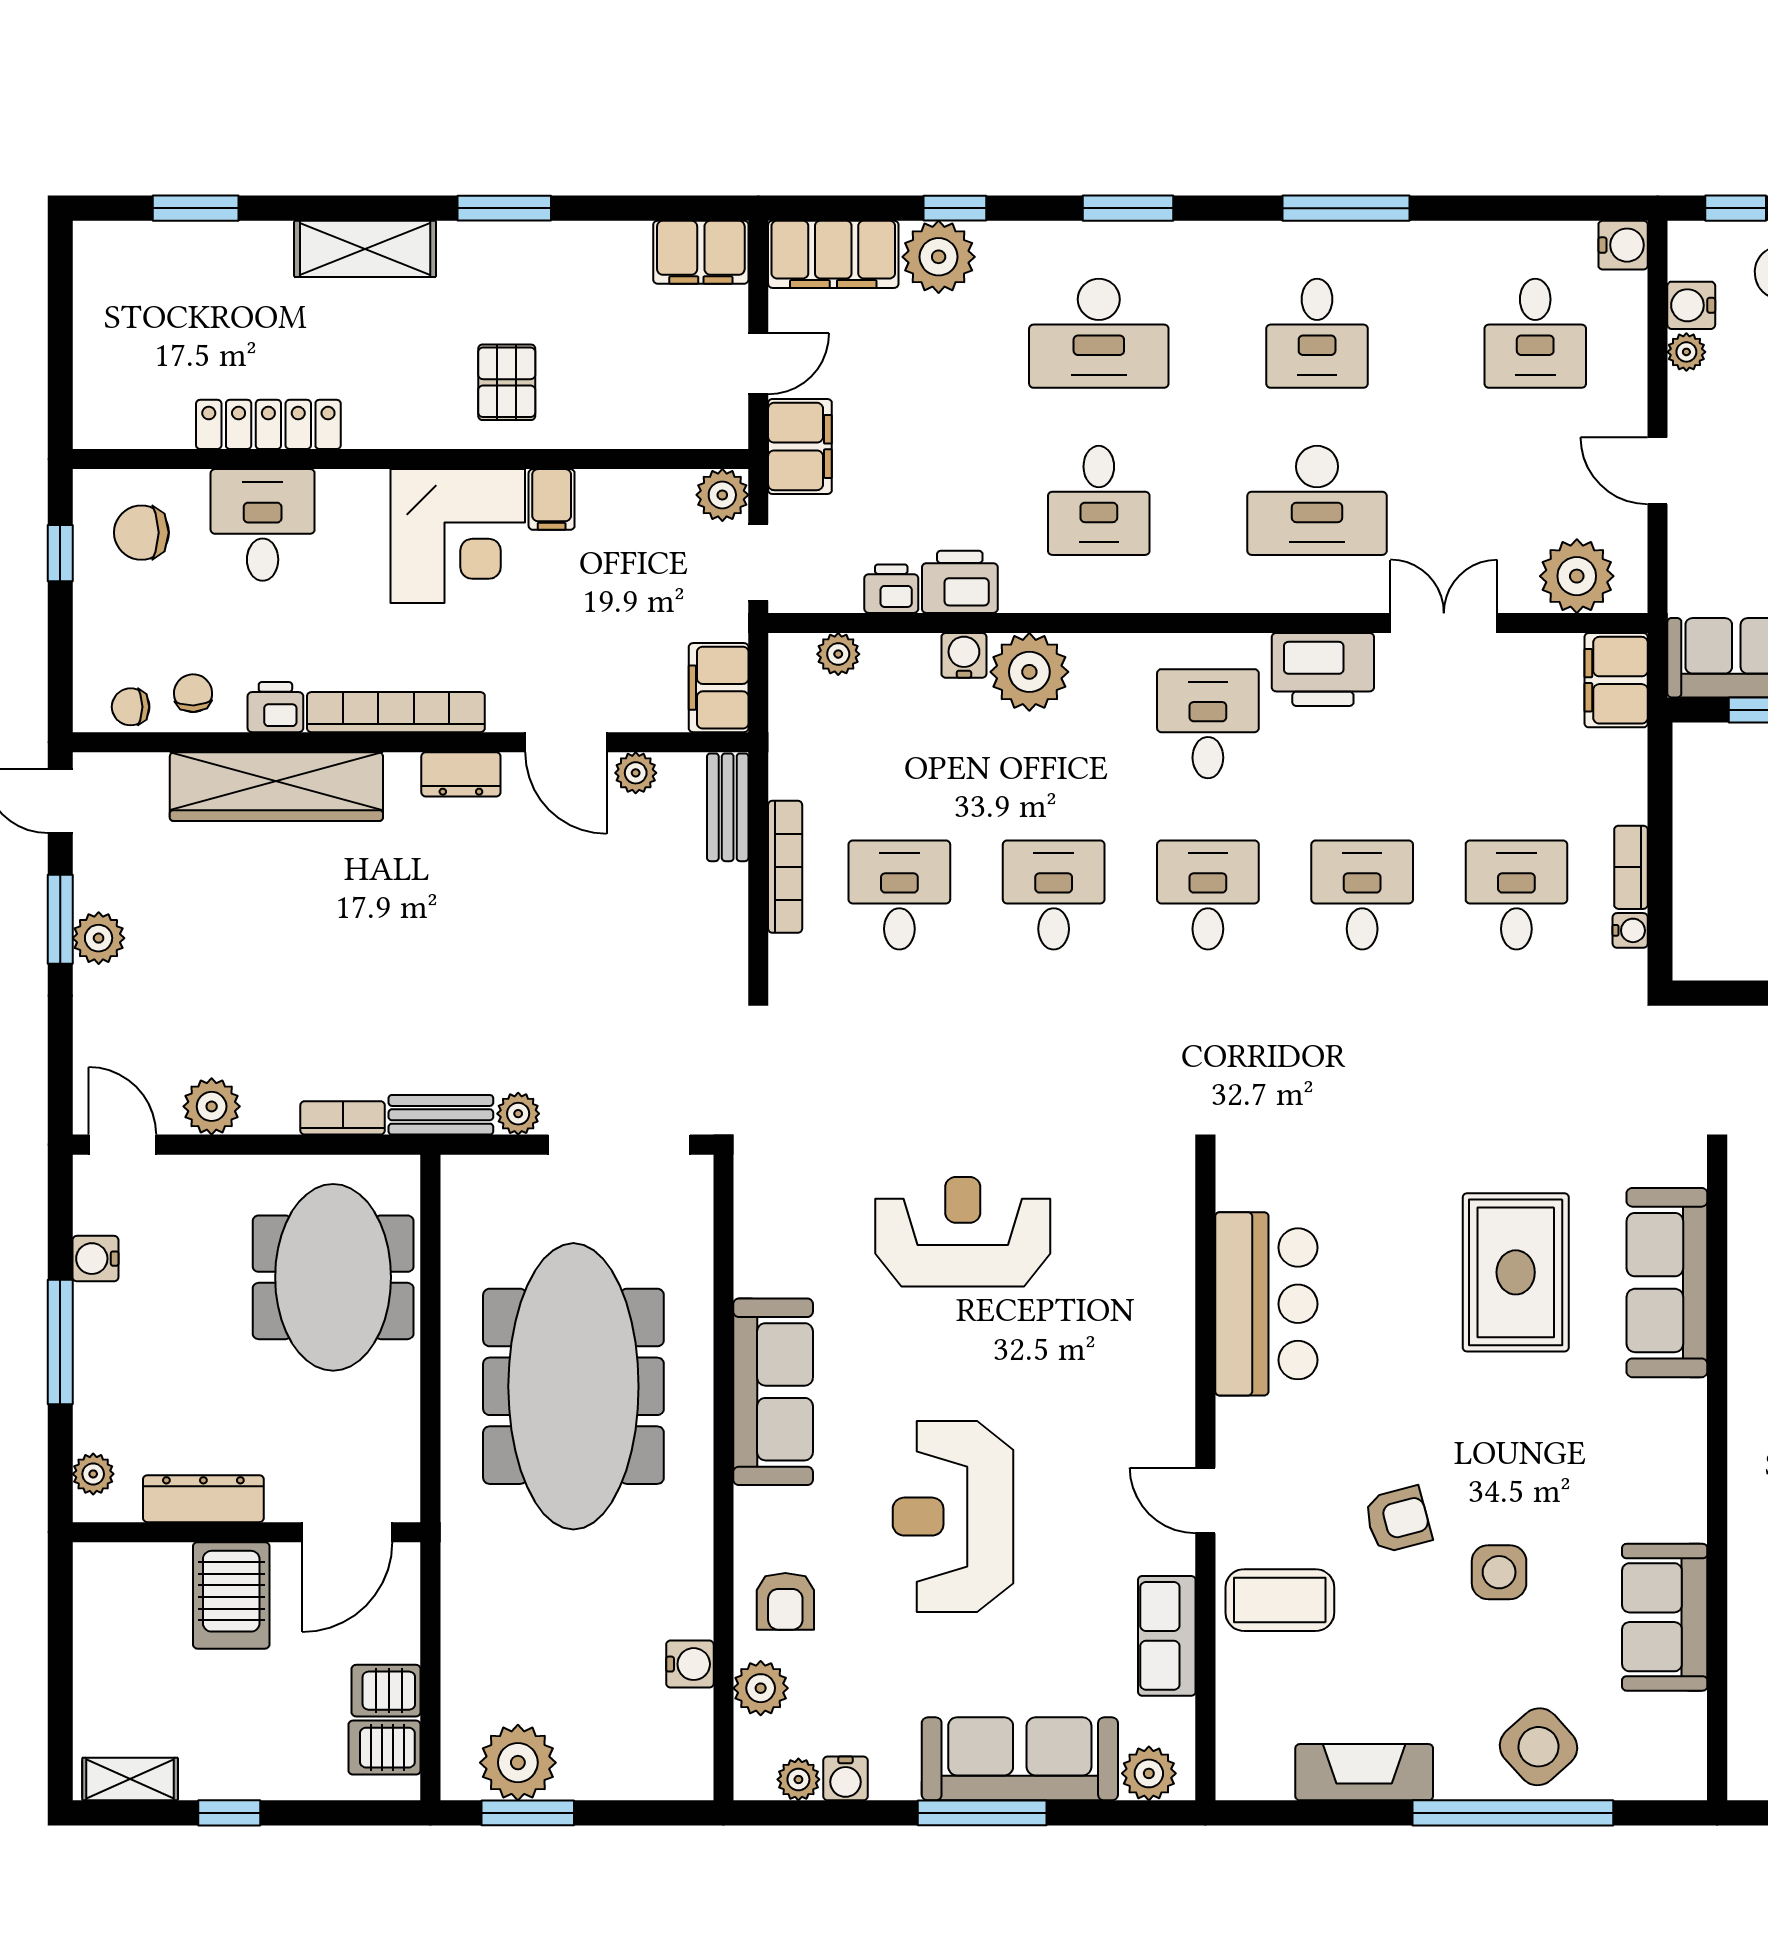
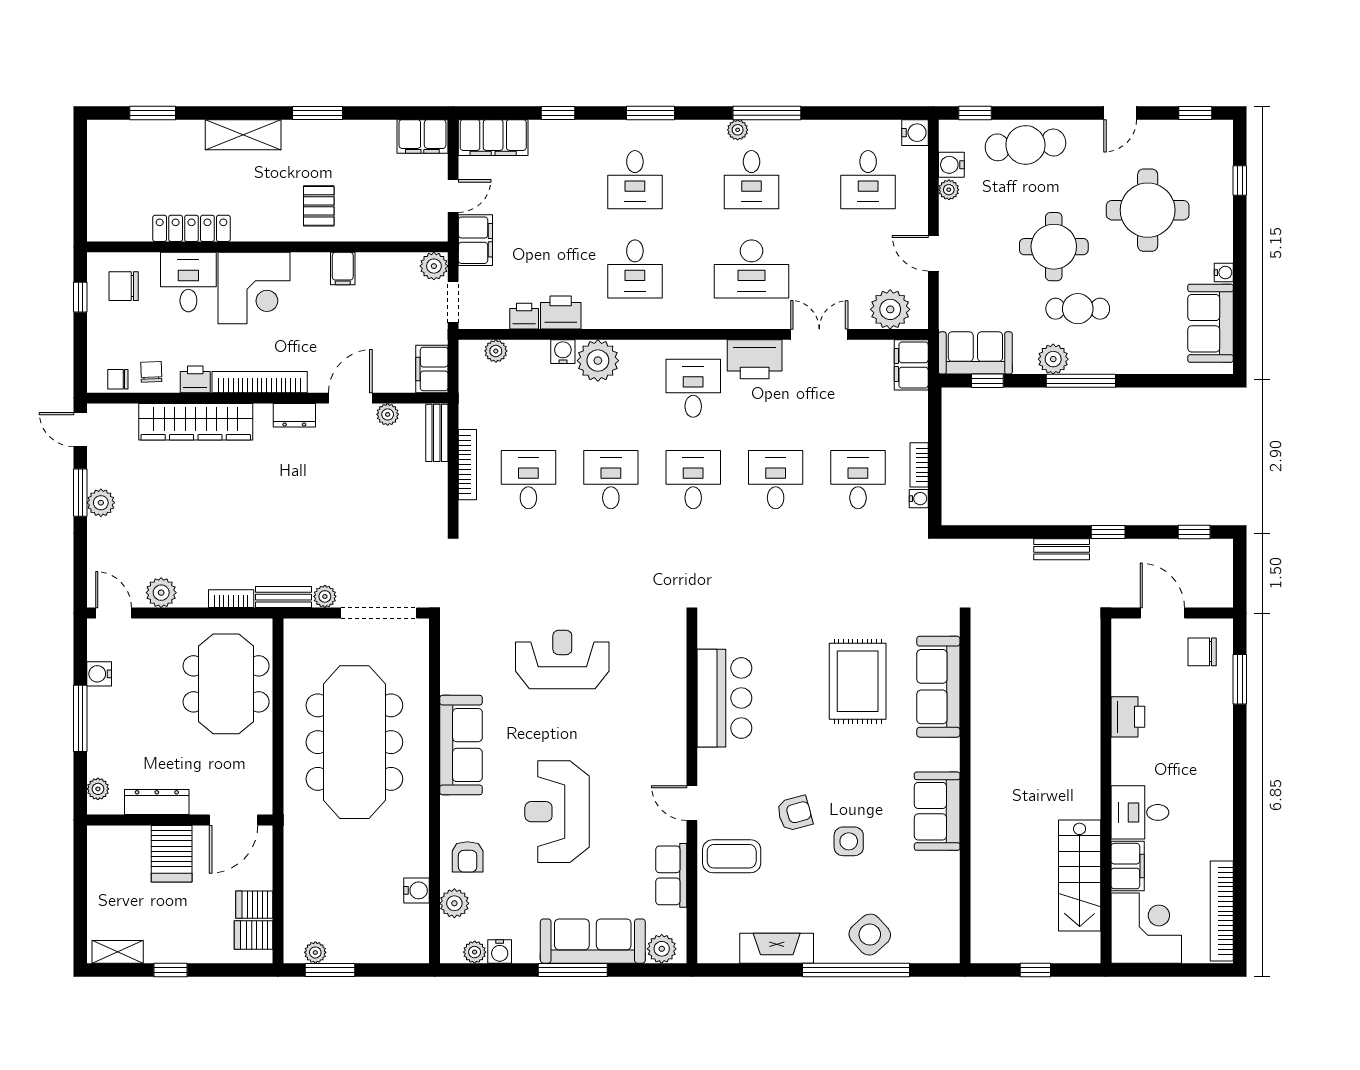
plant: (939, 257) -> (738, 130), moved, width x0.53, depth x0.53
desk: (1099, 333) -> (635, 180), width x0.73
corner desk: (458, 536) -> (254, 288), moved
door: (566, 742) -> (350, 398), swing flipped
sofa: (1665, 1617) -> (937, 811), moved
plant: (518, 1763) -> (315, 952), width x0.53, depth x0.53

